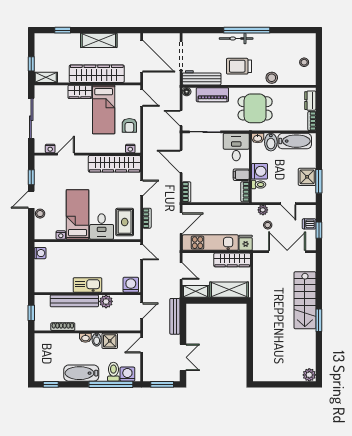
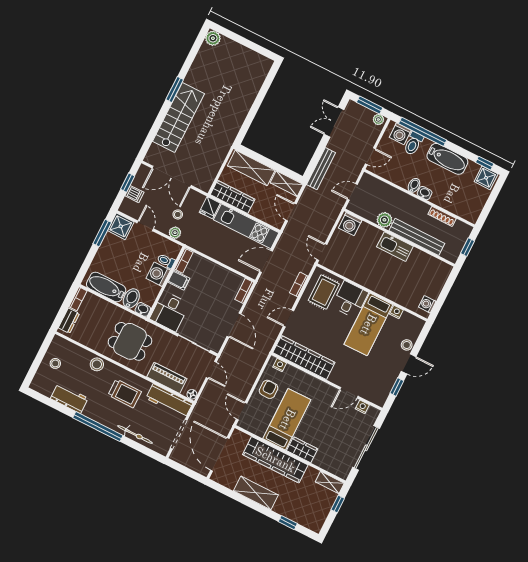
bicycle: (236, 38) -> (135, 434), moved
workbench: (280, 41) -> (69, 398), added
shower: (307, 177) -> (121, 226), moved
shower: (110, 341) -> (486, 178), moved
plant: (150, 377) -> (378, 119), added

